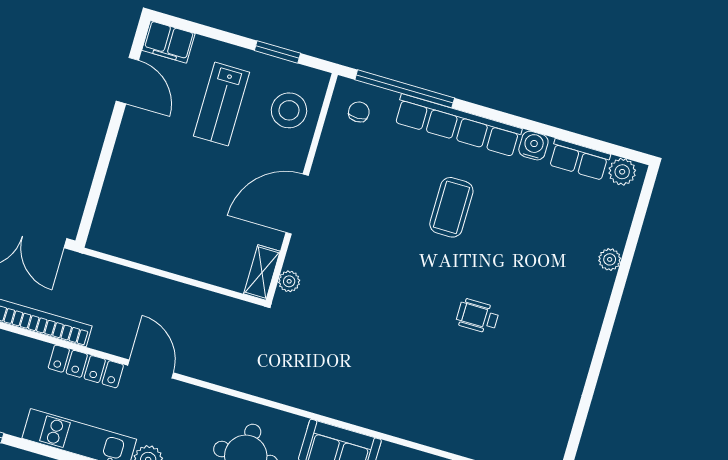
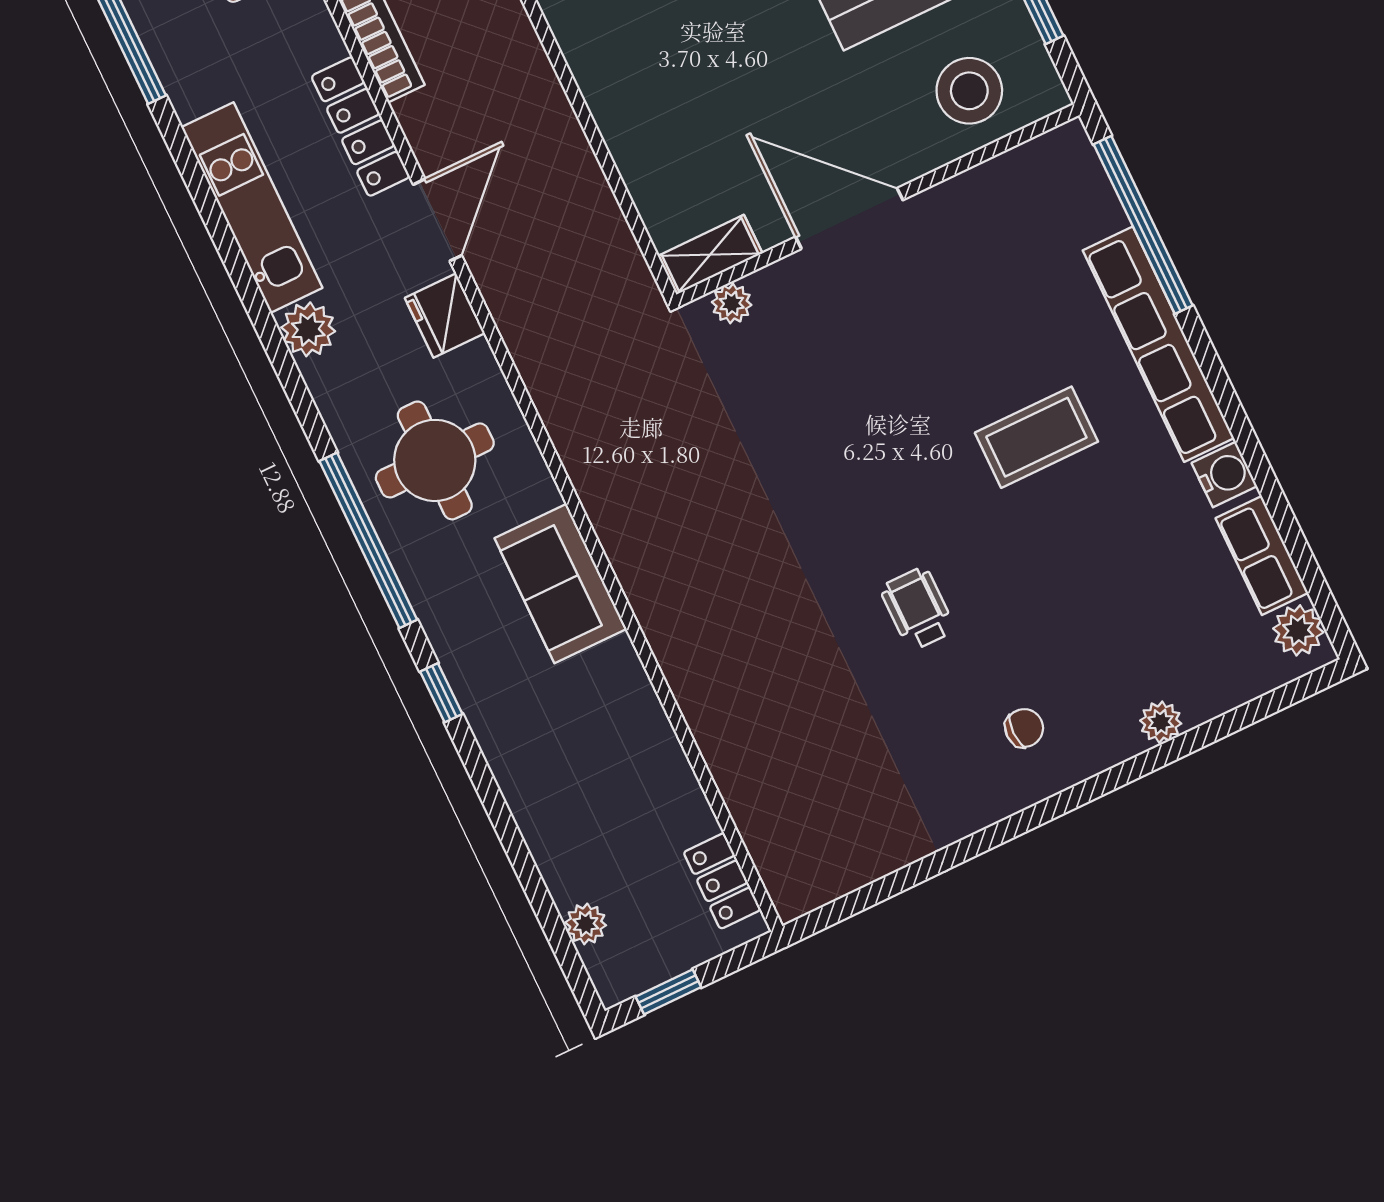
chair: (359, 112) -> (1024, 728), moved
fridge: (191, 400) -> (445, 316), added

